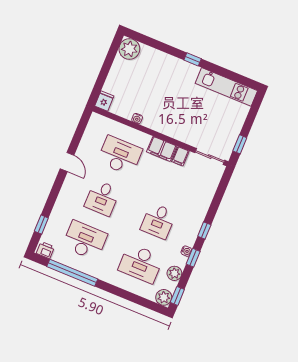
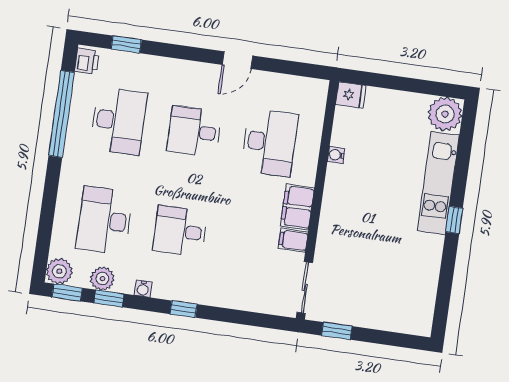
kitchen unit: (226, 87) -> (438, 183), moved
window: (193, 258) -> (109, 298), moved

